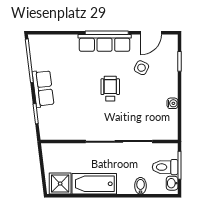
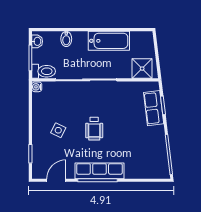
side table: (141, 68) -> (58, 130), moved
row of seats: (43, 89) -> (154, 108), moved
water cooler: (173, 103) -> (37, 87), moved
toilet: (165, 167) -> (44, 71), moved
shower: (60, 184) -> (142, 69), moved

